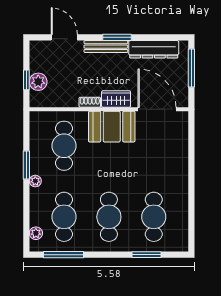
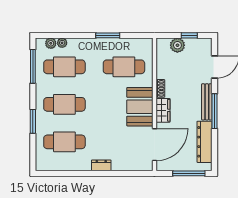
window: (117, 37) -> (214, 111), width x1.44
window: (26, 80) -> (189, 35), moved
dresser: (182, 173) -> (101, 165), added
plant: (35, 181) -> (62, 43), moved
window: (146, 255) -> (33, 121), moved

